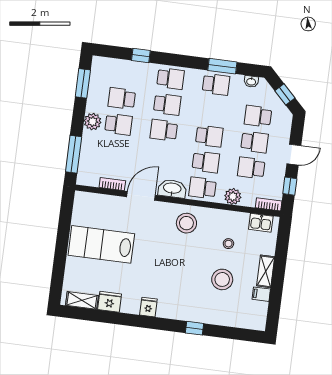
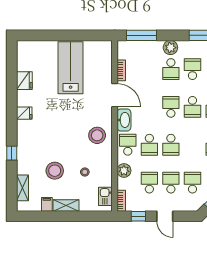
school desk: (255, 142) -> (171, 183), turned 180
shelving: (82, 300) -> (23, 188), moved

